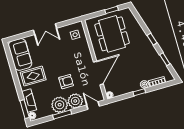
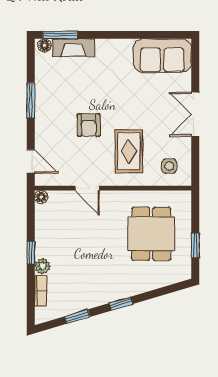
dining table: (112, 34) -> (151, 234), width x0.73
door: (98, 73) -> (87, 188), width x0.53
rug: (33, 76) -> (129, 151), moved
plant: (75, 101) -> (48, 132), removed
plant: (60, 105) -> (50, 101), removed
door: (93, 106) -> (31, 161), hinge flipped

